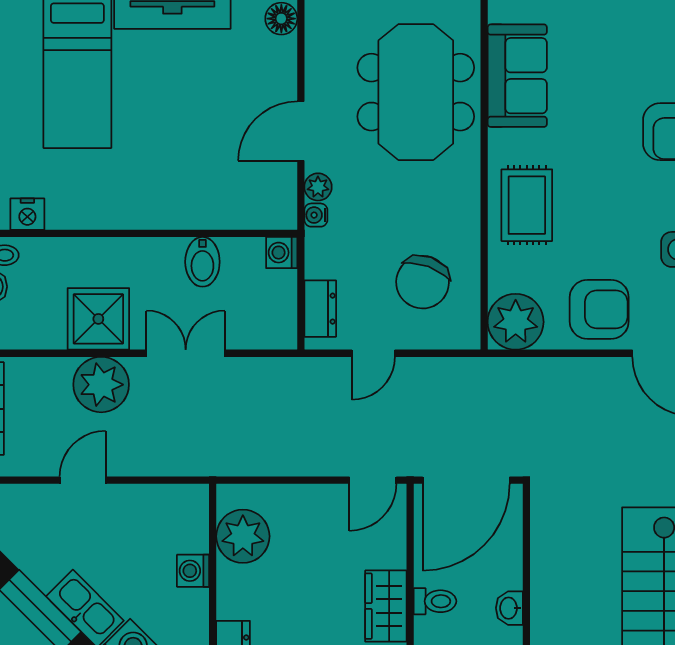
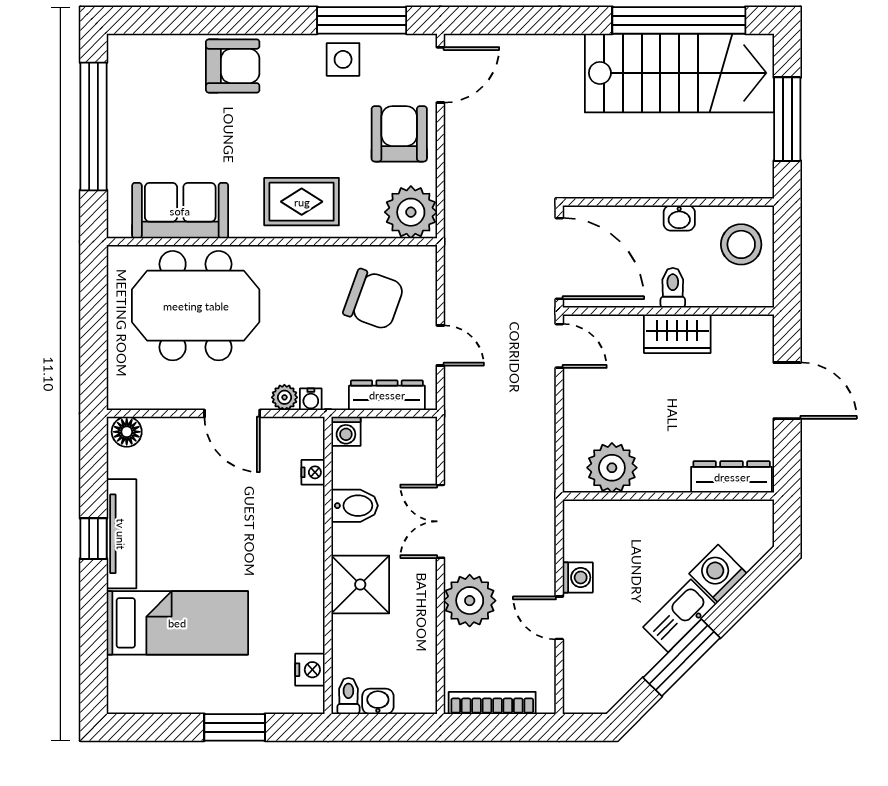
nightstand: (238, 217) -> (313, 472), added
dresser: (320, 309) -> (387, 395), width x1.44
shower: (98, 319) -> (360, 585), moved
washing machine: (193, 571) -> (578, 577), moved, turned -90

